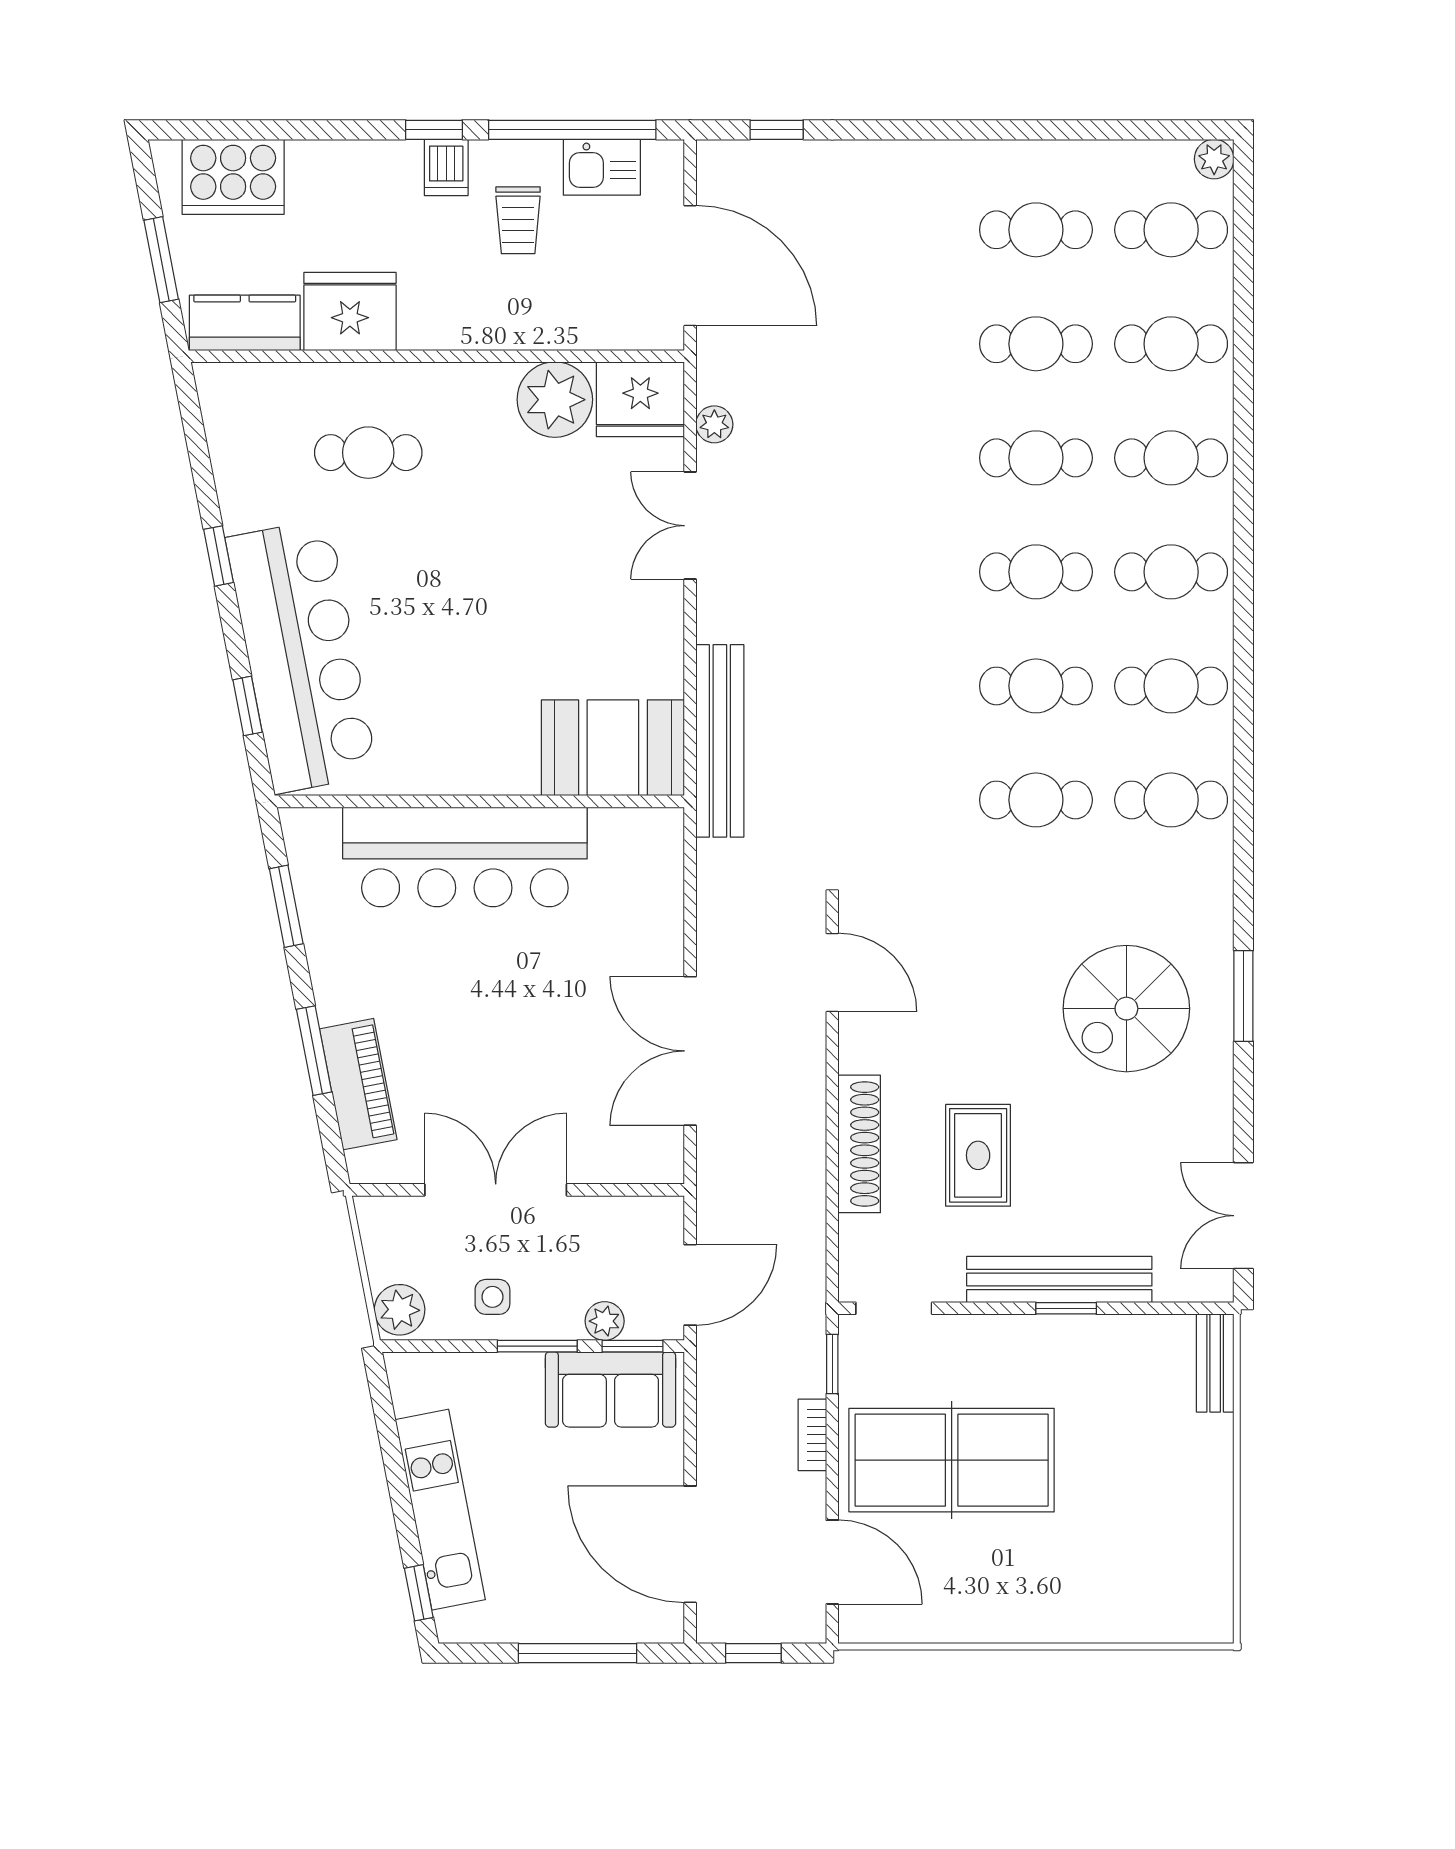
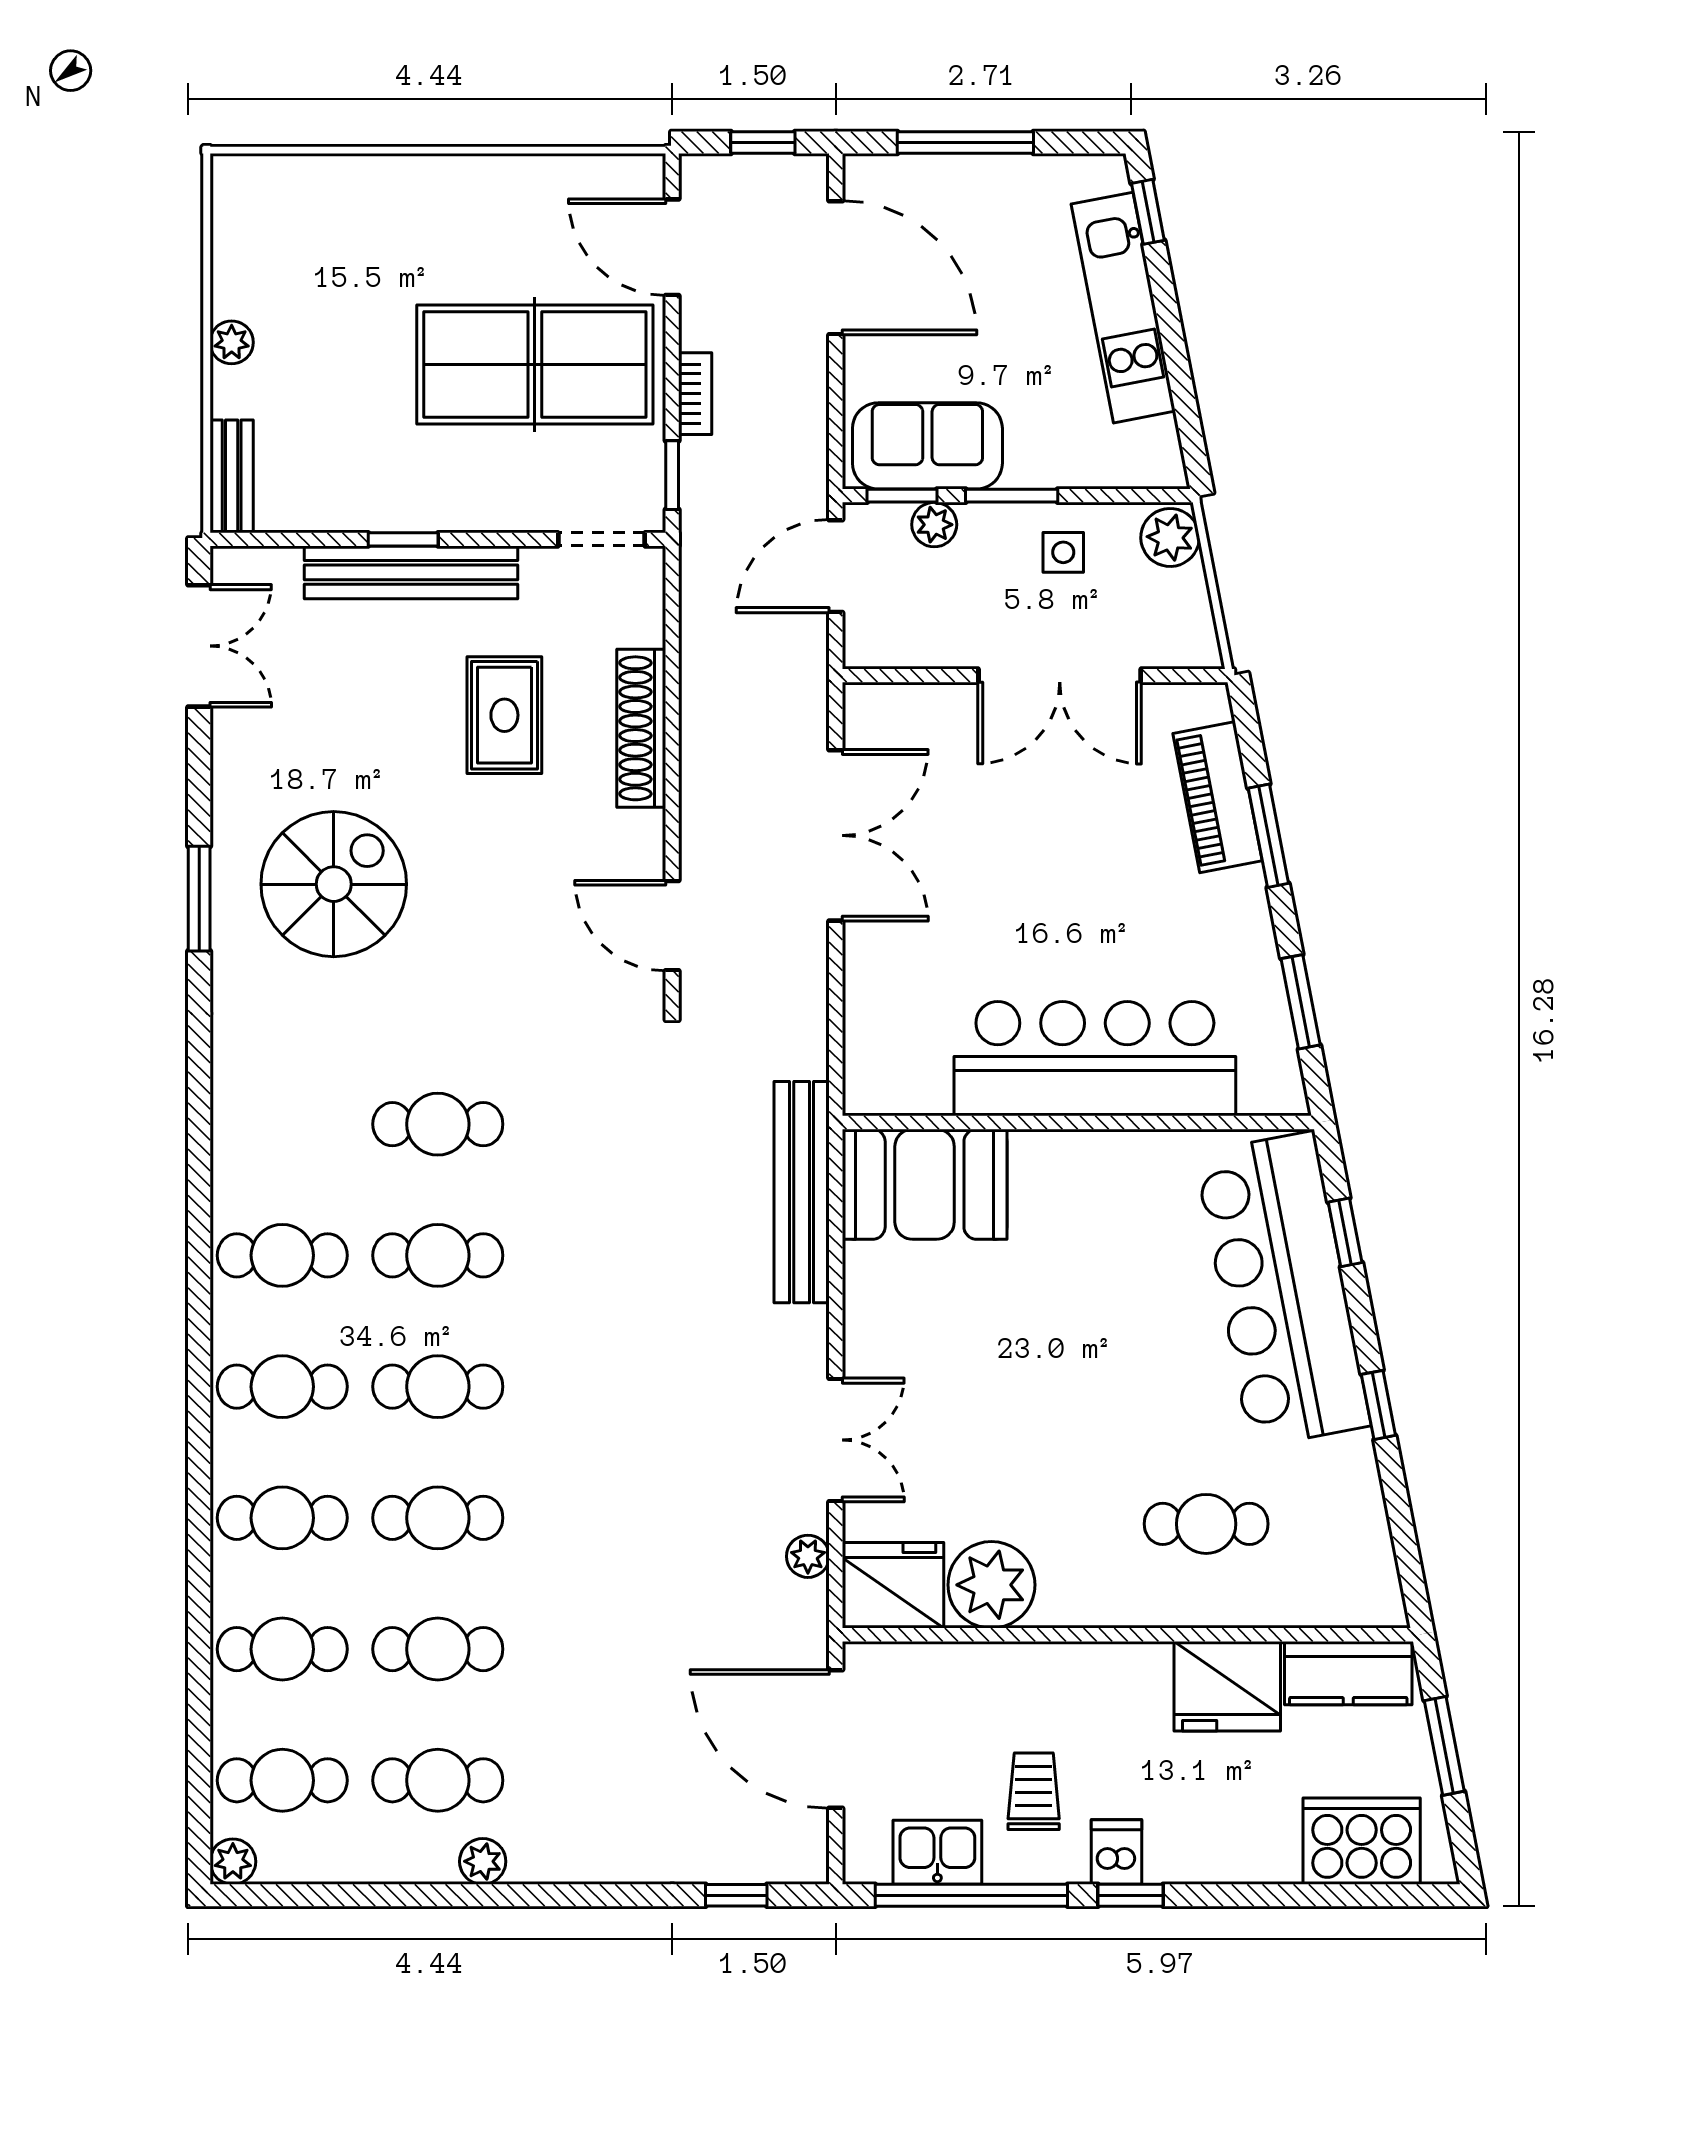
plant: (997, 159) -> (483, 1861), added
cafe table: (1171, 800) -> (282, 1124), removed
plant: (1215, 1479) -> (232, 342), added

